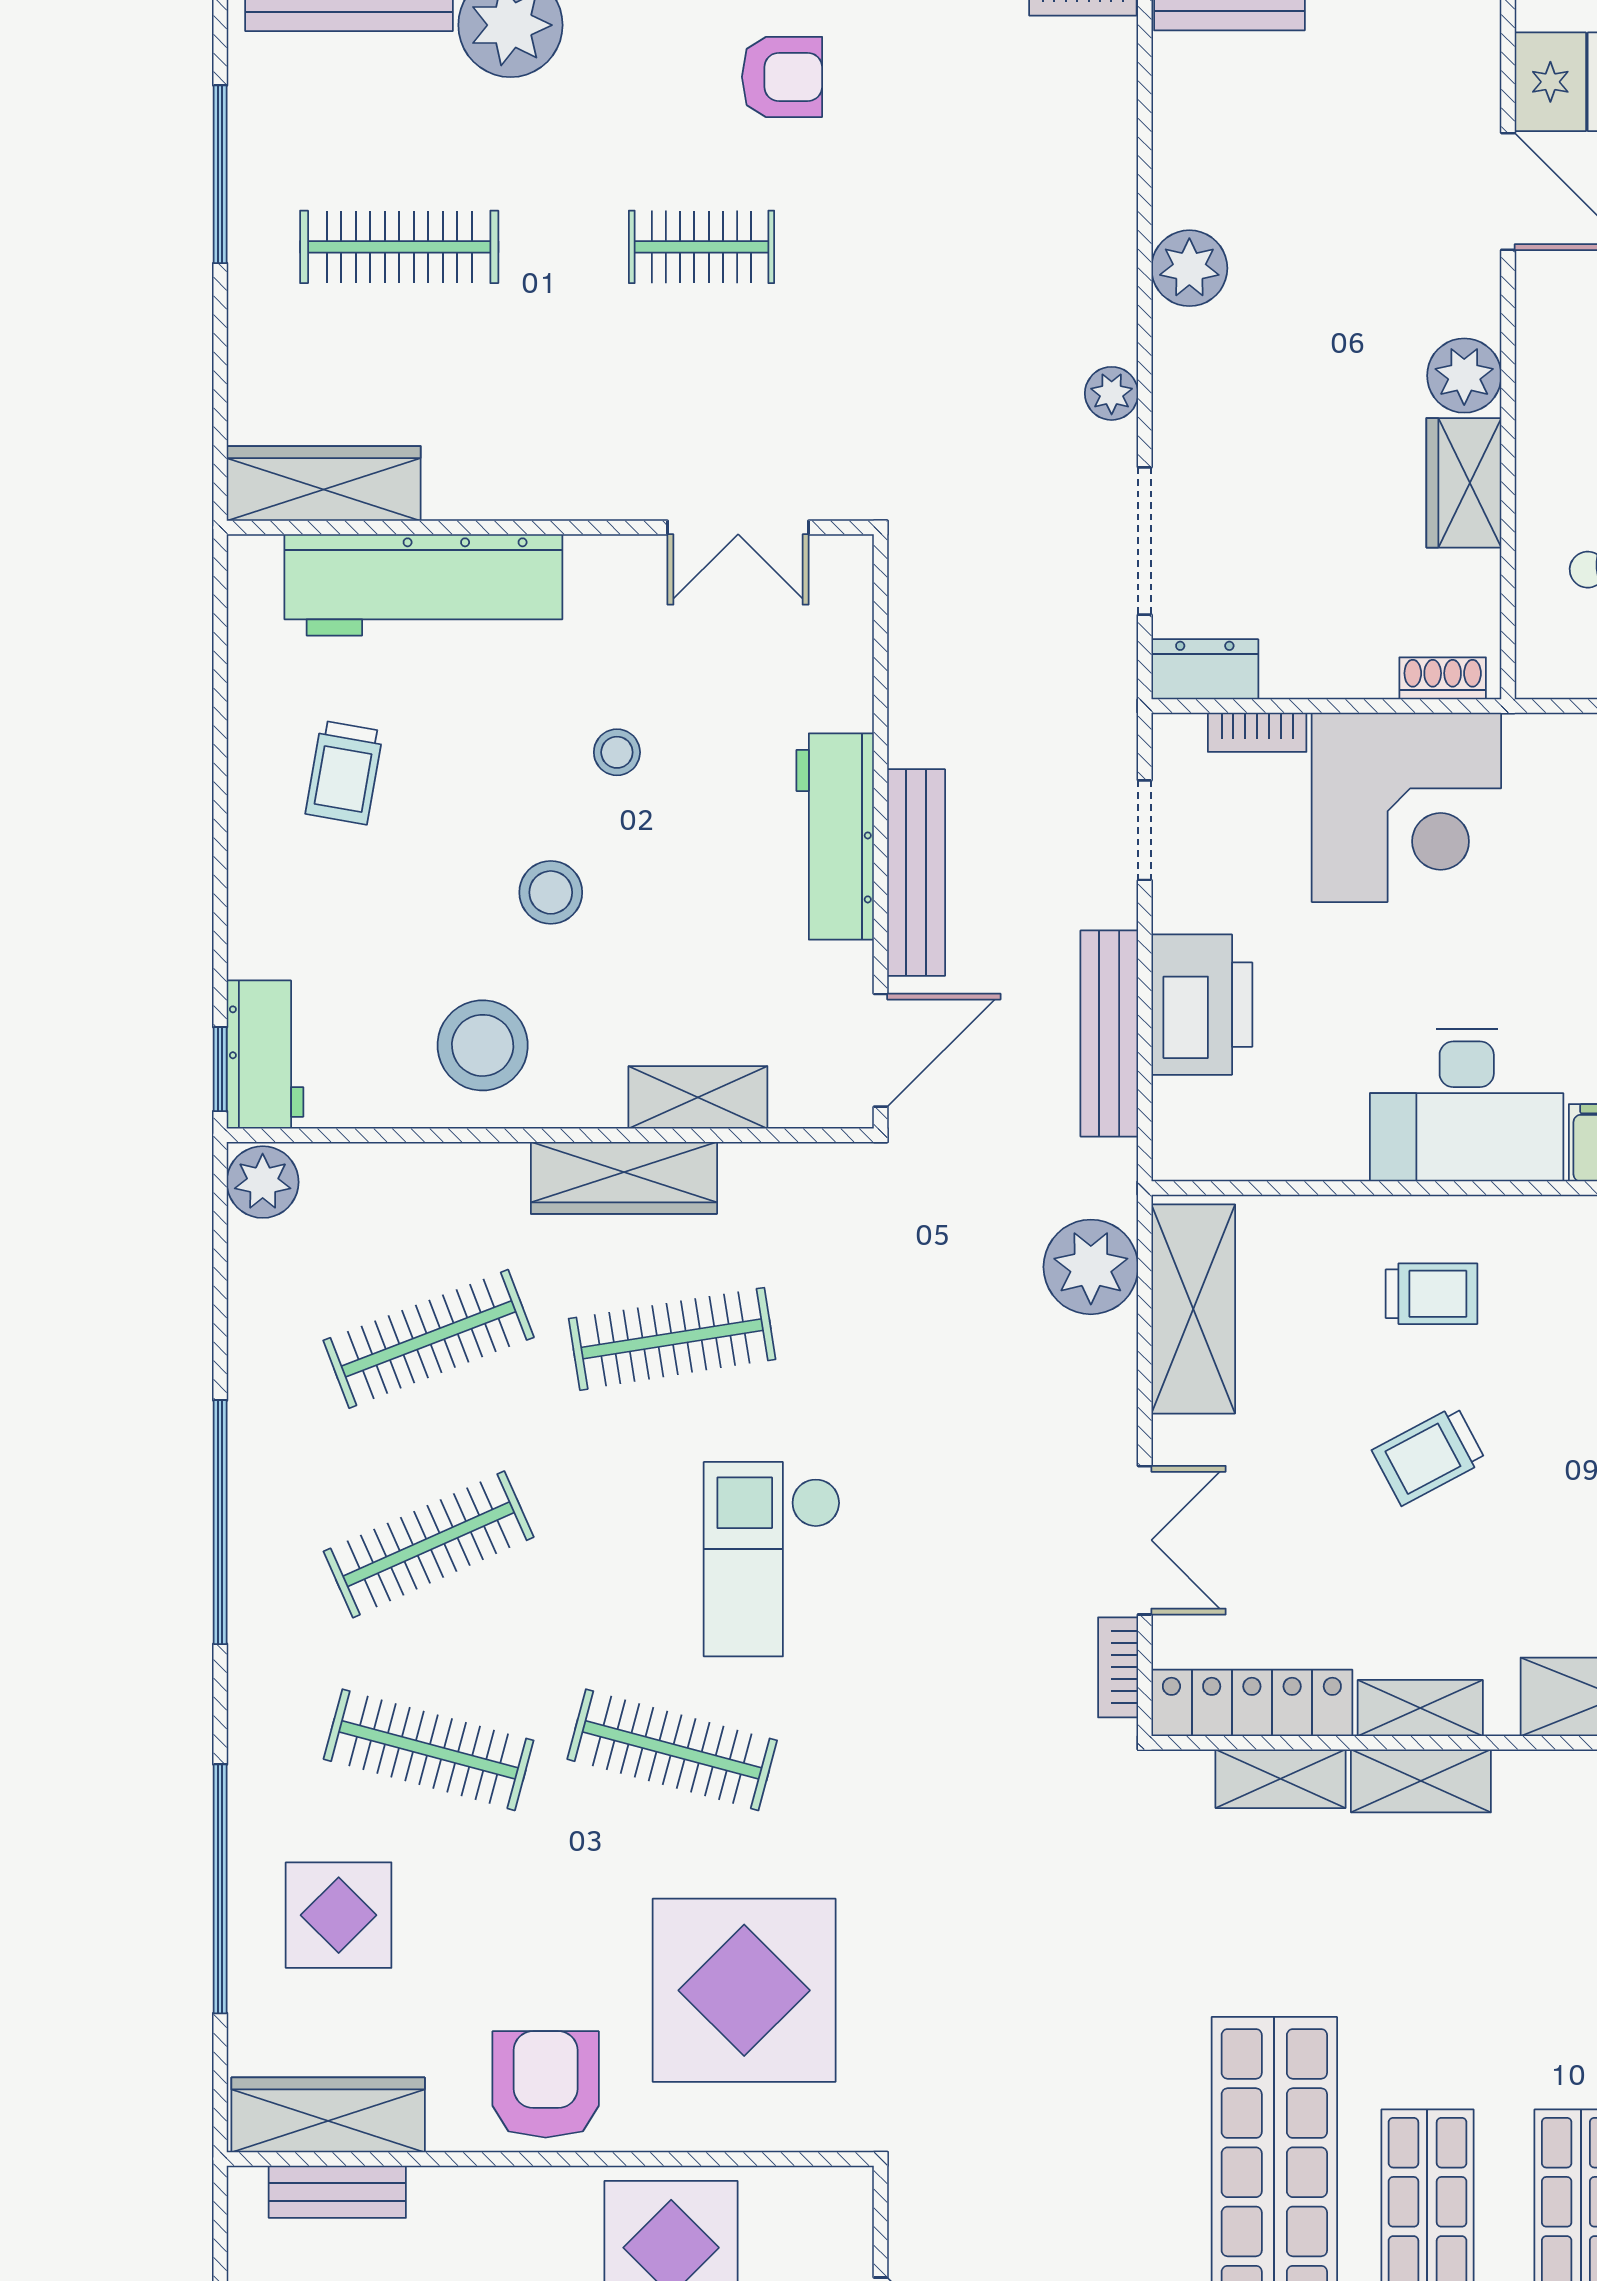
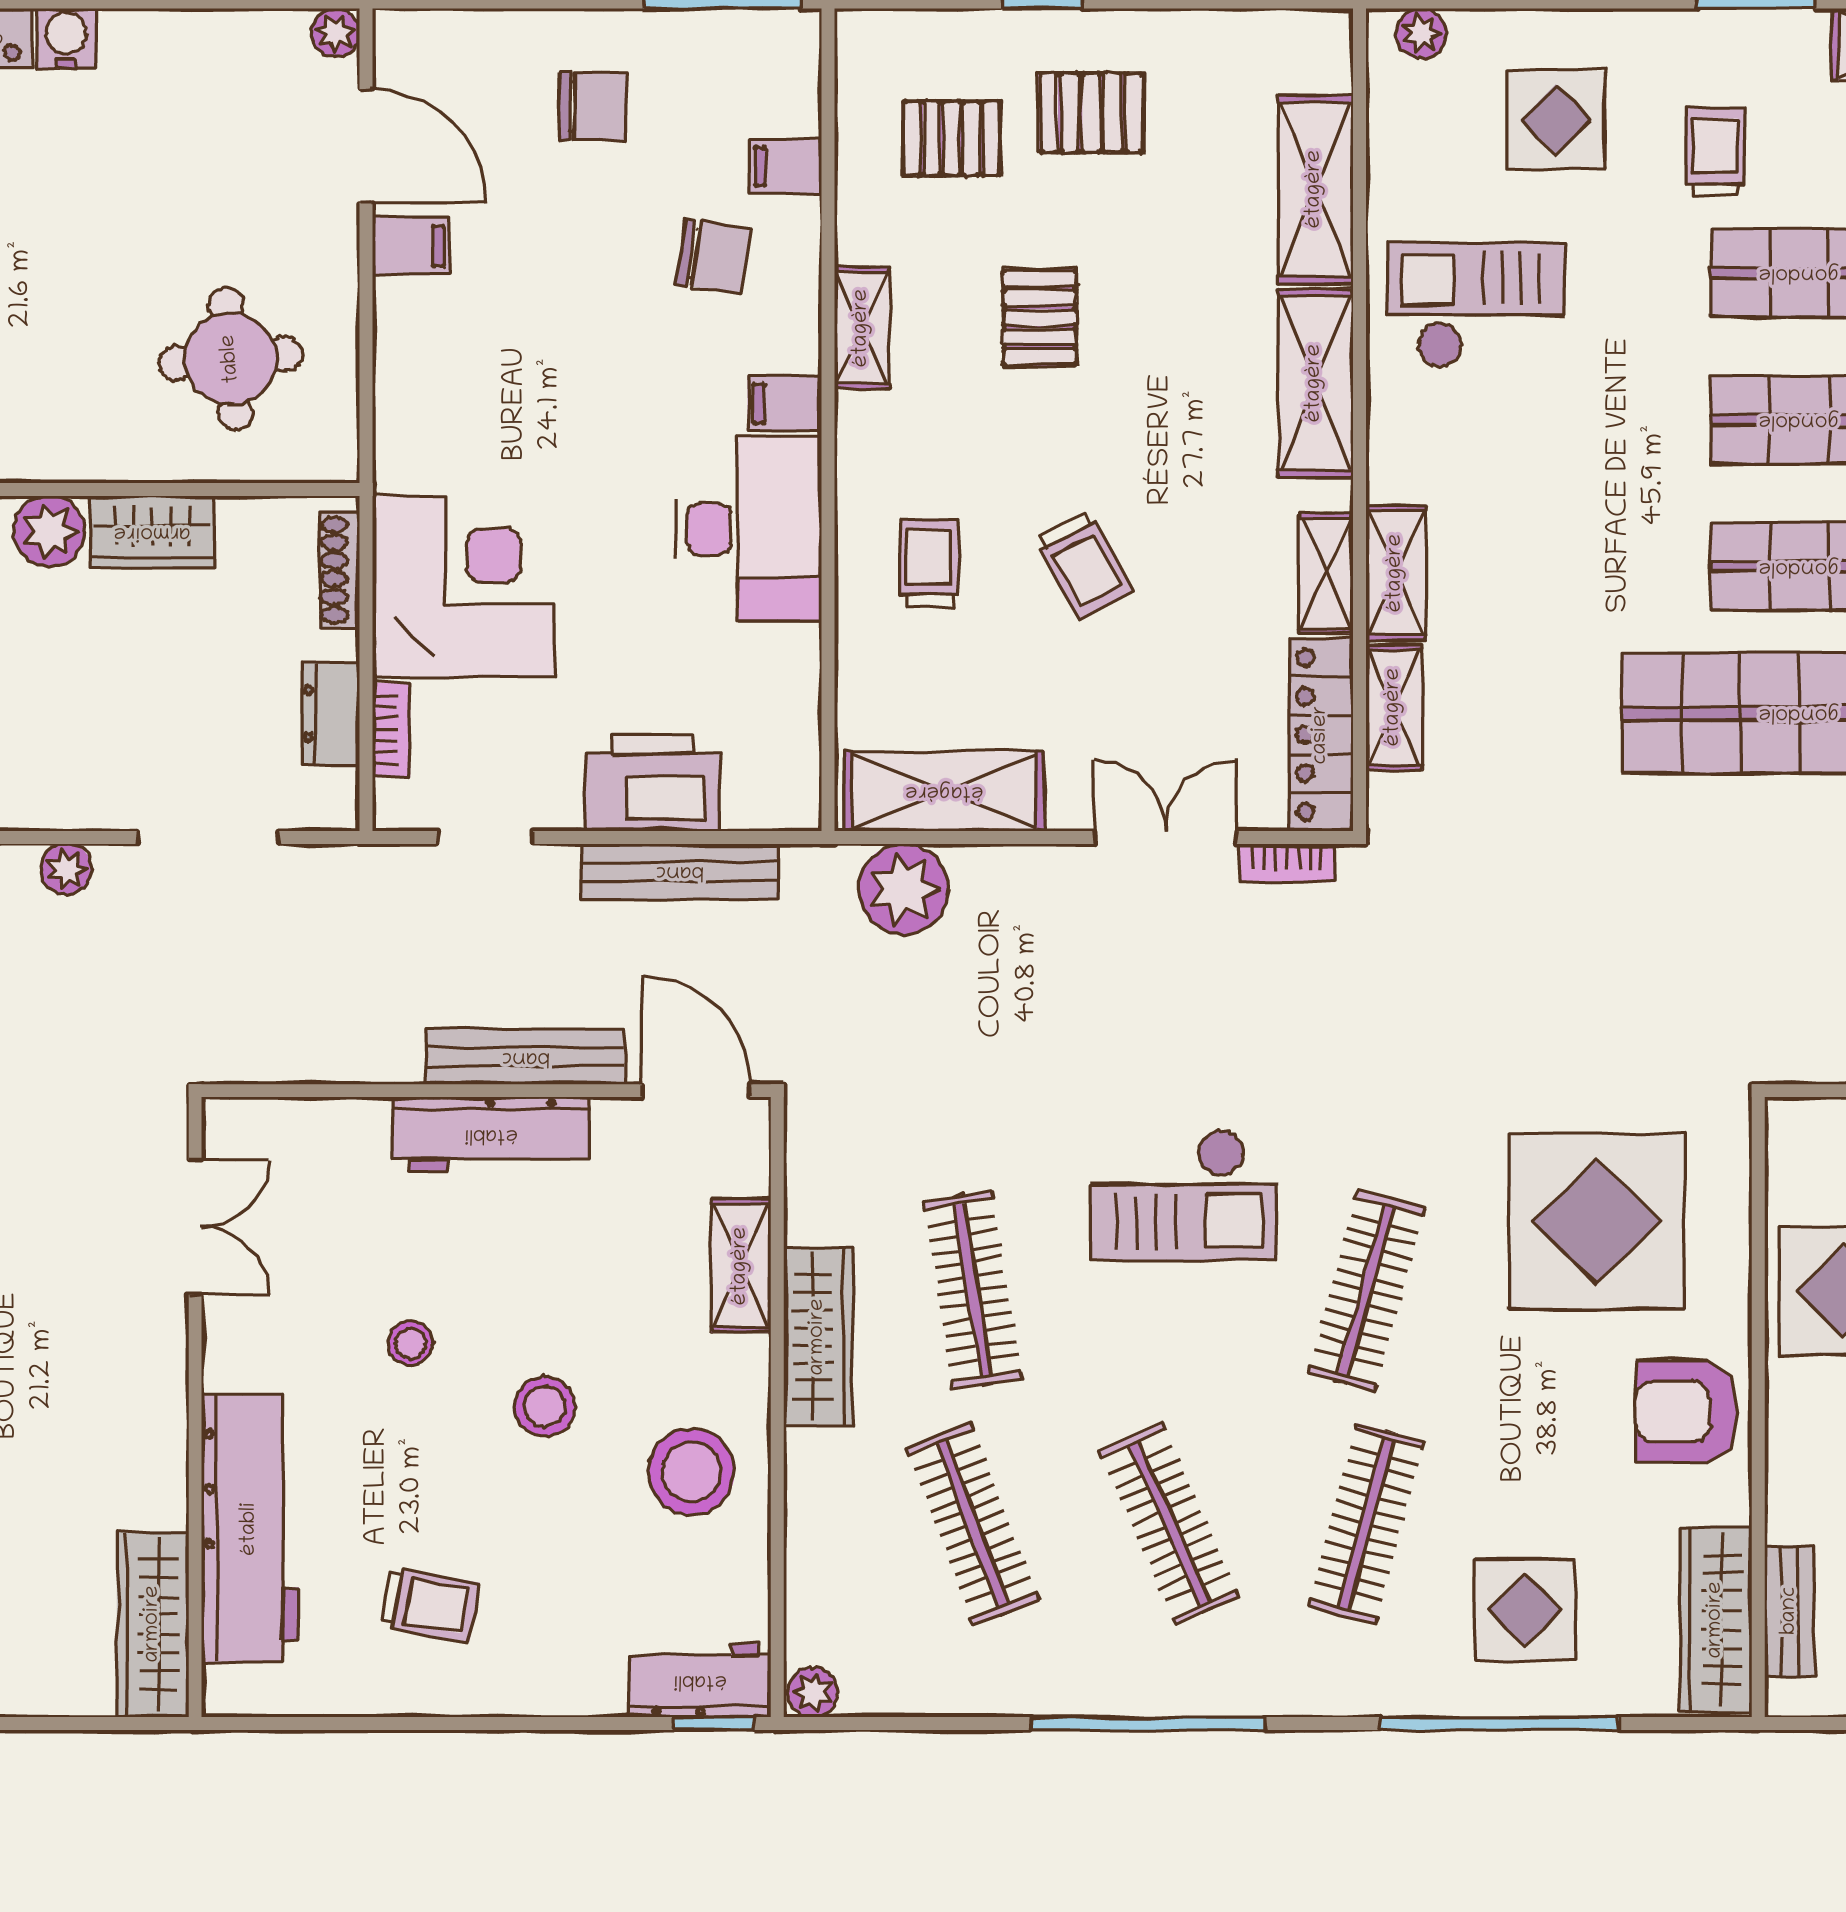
dresser: (1205, 669) -> (331, 714), moved
shoe rack: (1443, 678) -> (339, 570), width x1.43
plant: (263, 1182) -> (813, 1692), width x0.73, depth x0.73

